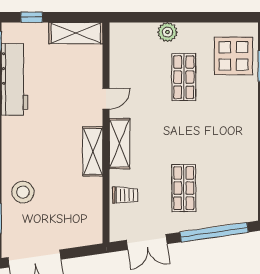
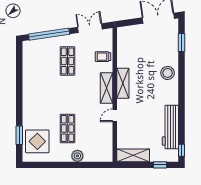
stool: (23, 192) -> (168, 73), moved

